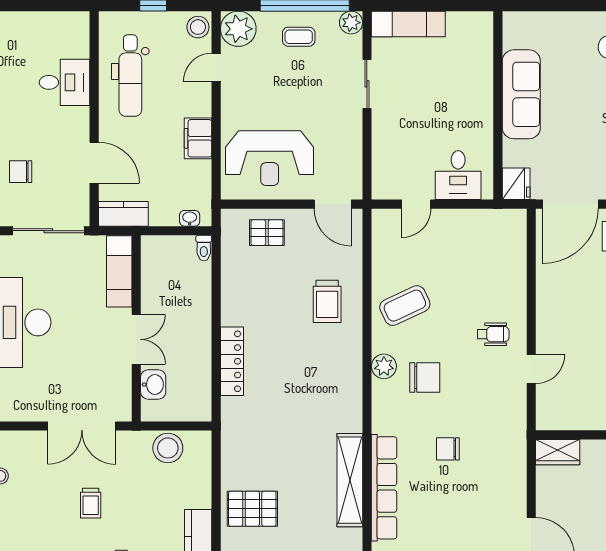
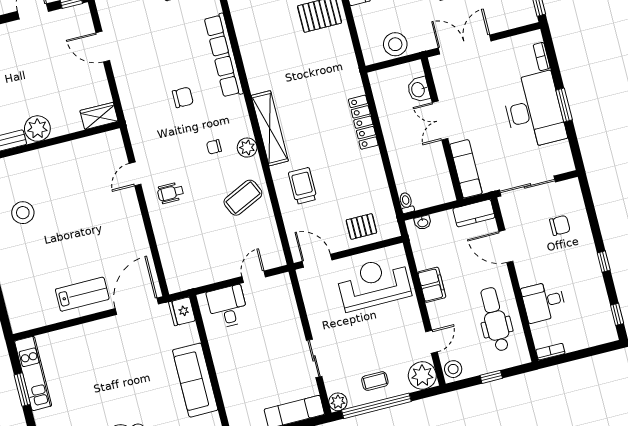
bookcase: (72, 18) -> (550, 352), added
chair: (425, 378) -> (214, 147), width x0.54, depth x0.54
shelving: (350, 480) -> (270, 128), moved

